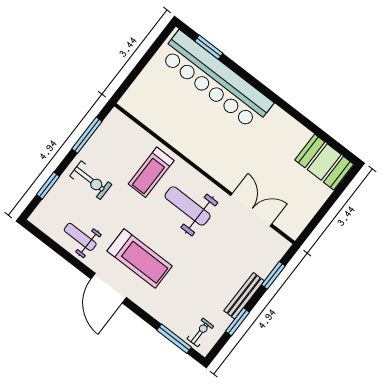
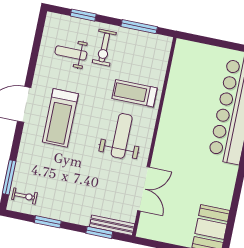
weight bench: (80, 237) -> (71, 53), moved, turned -90
bench: (244, 296) -> (112, 225), moved

